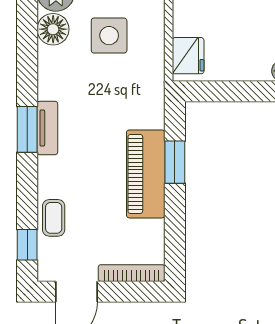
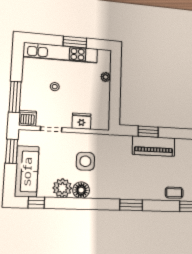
fridge: (188, 56) -> (81, 121), moved
tv unit: (47, 128) -> (131, 195), removed

